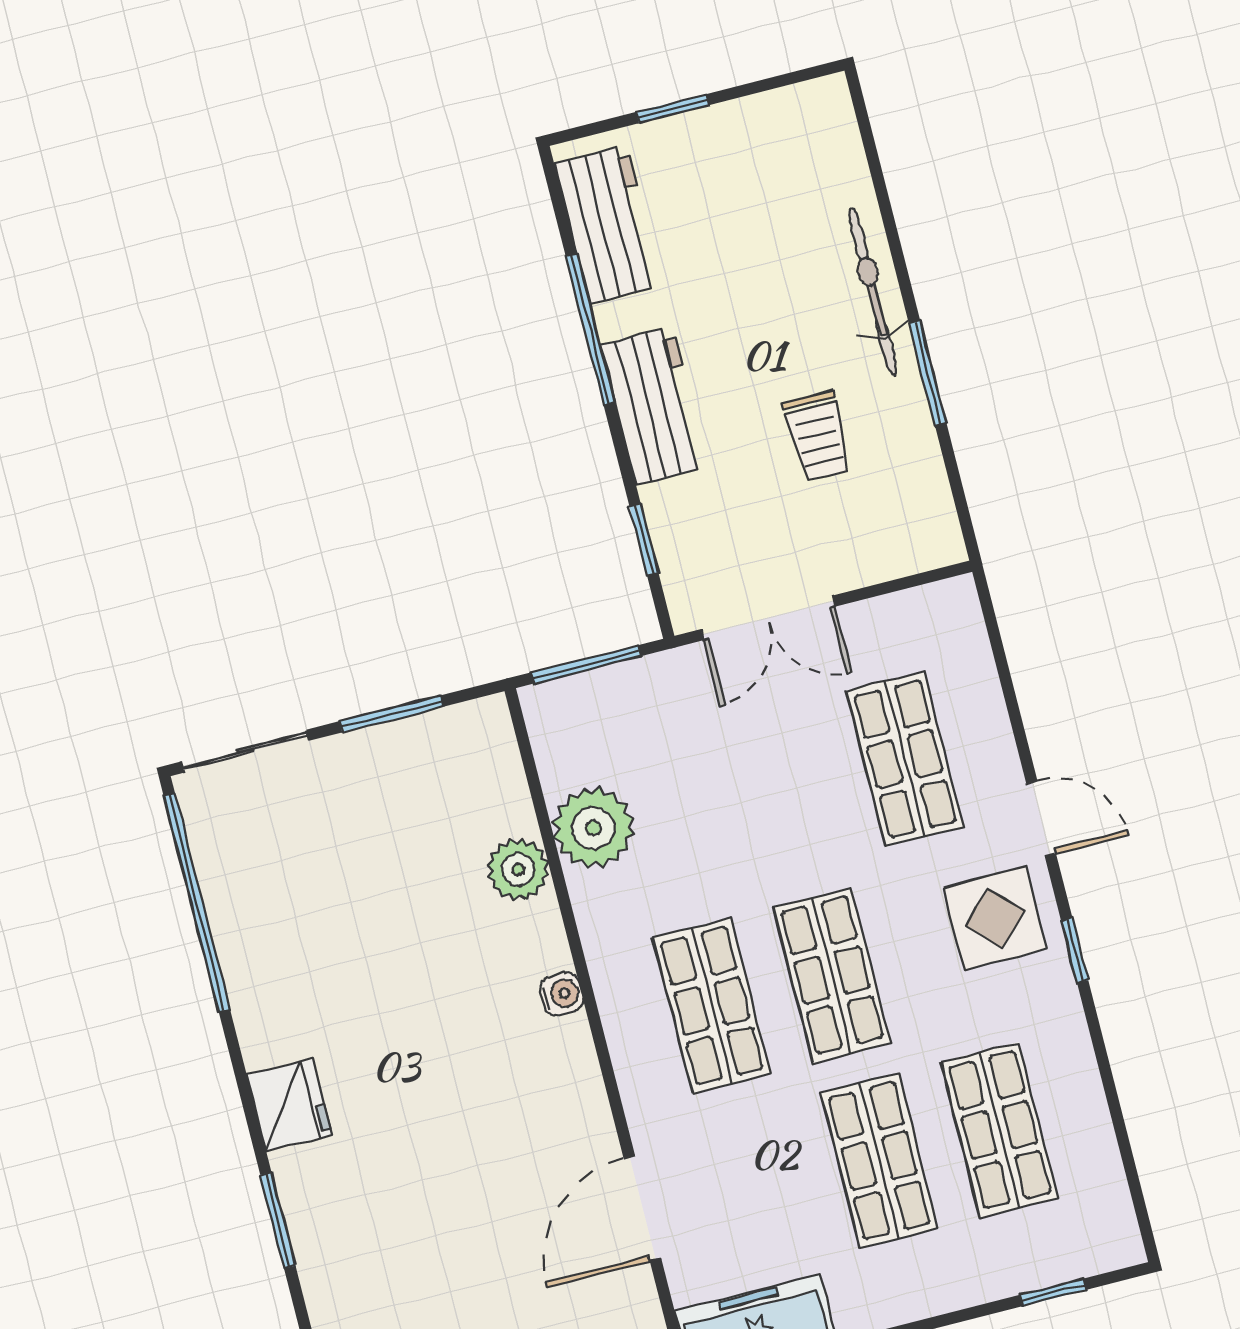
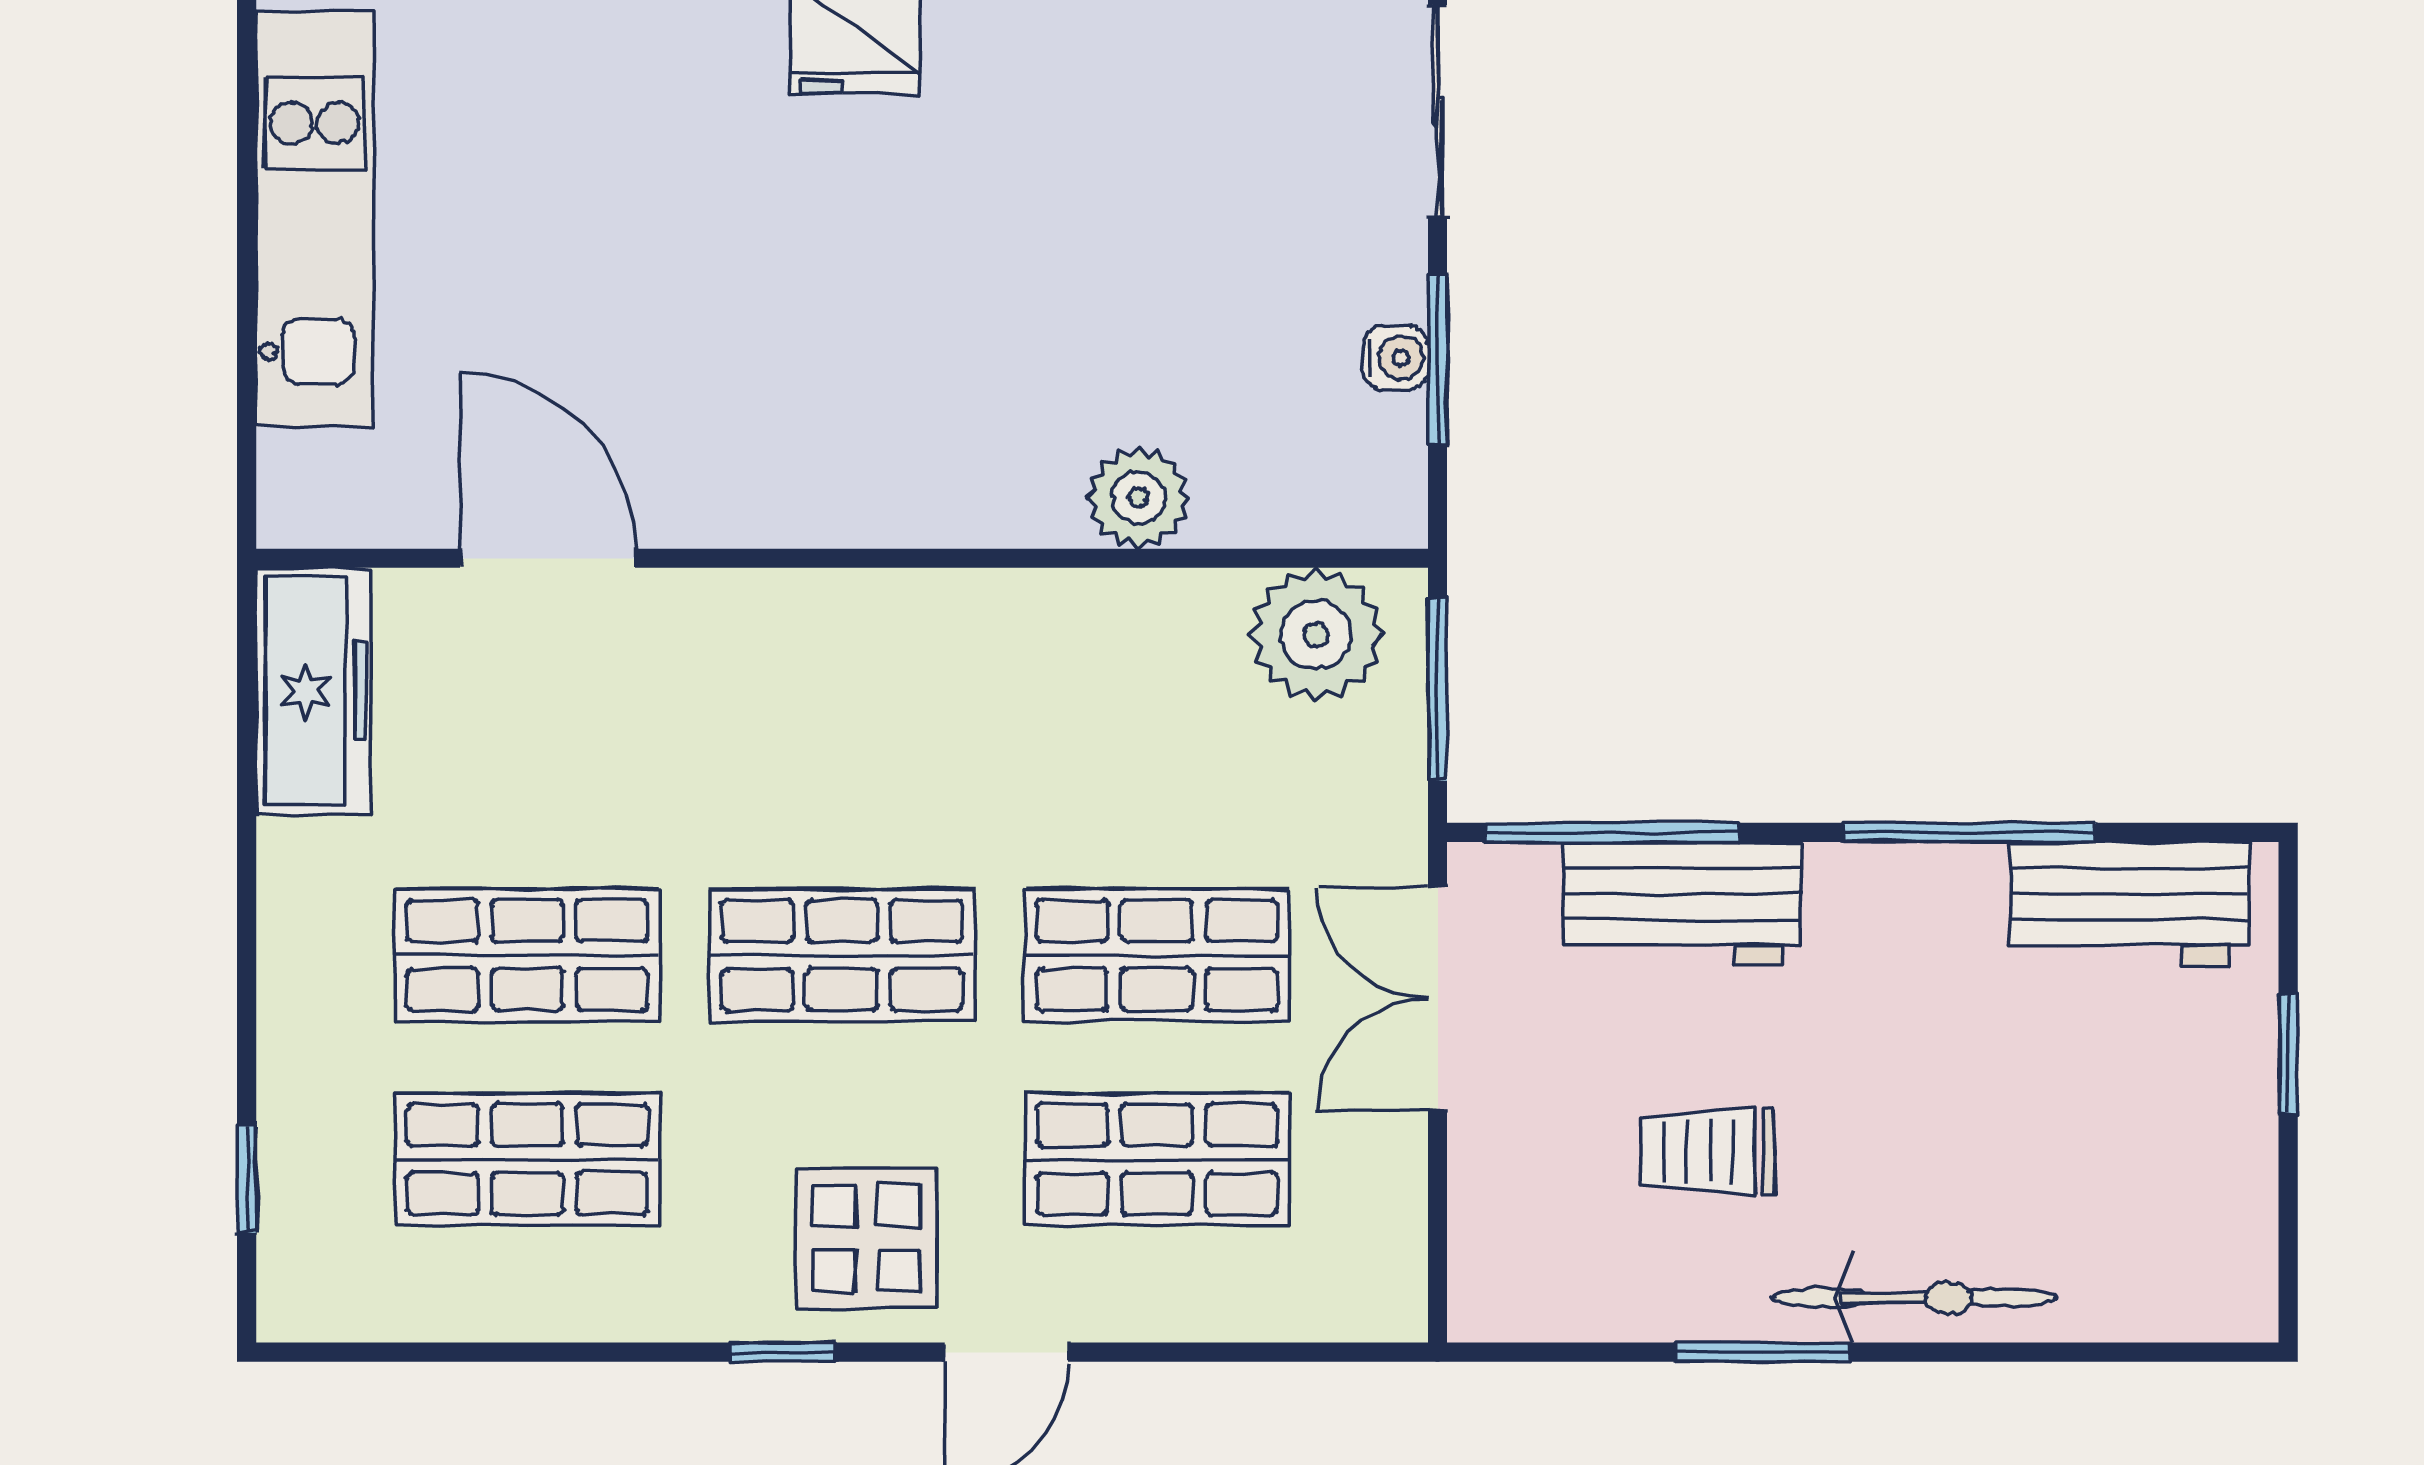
workbench: (654, 406) -> (1682, 903), moved
window: (644, 540) -> (1613, 832), width x2.17
plant: (593, 828) -> (1316, 635), moved
water cooler: (562, 994) -> (1396, 358), moved, turned -90
shop shelf: (712, 1006) -> (1157, 955), moved

